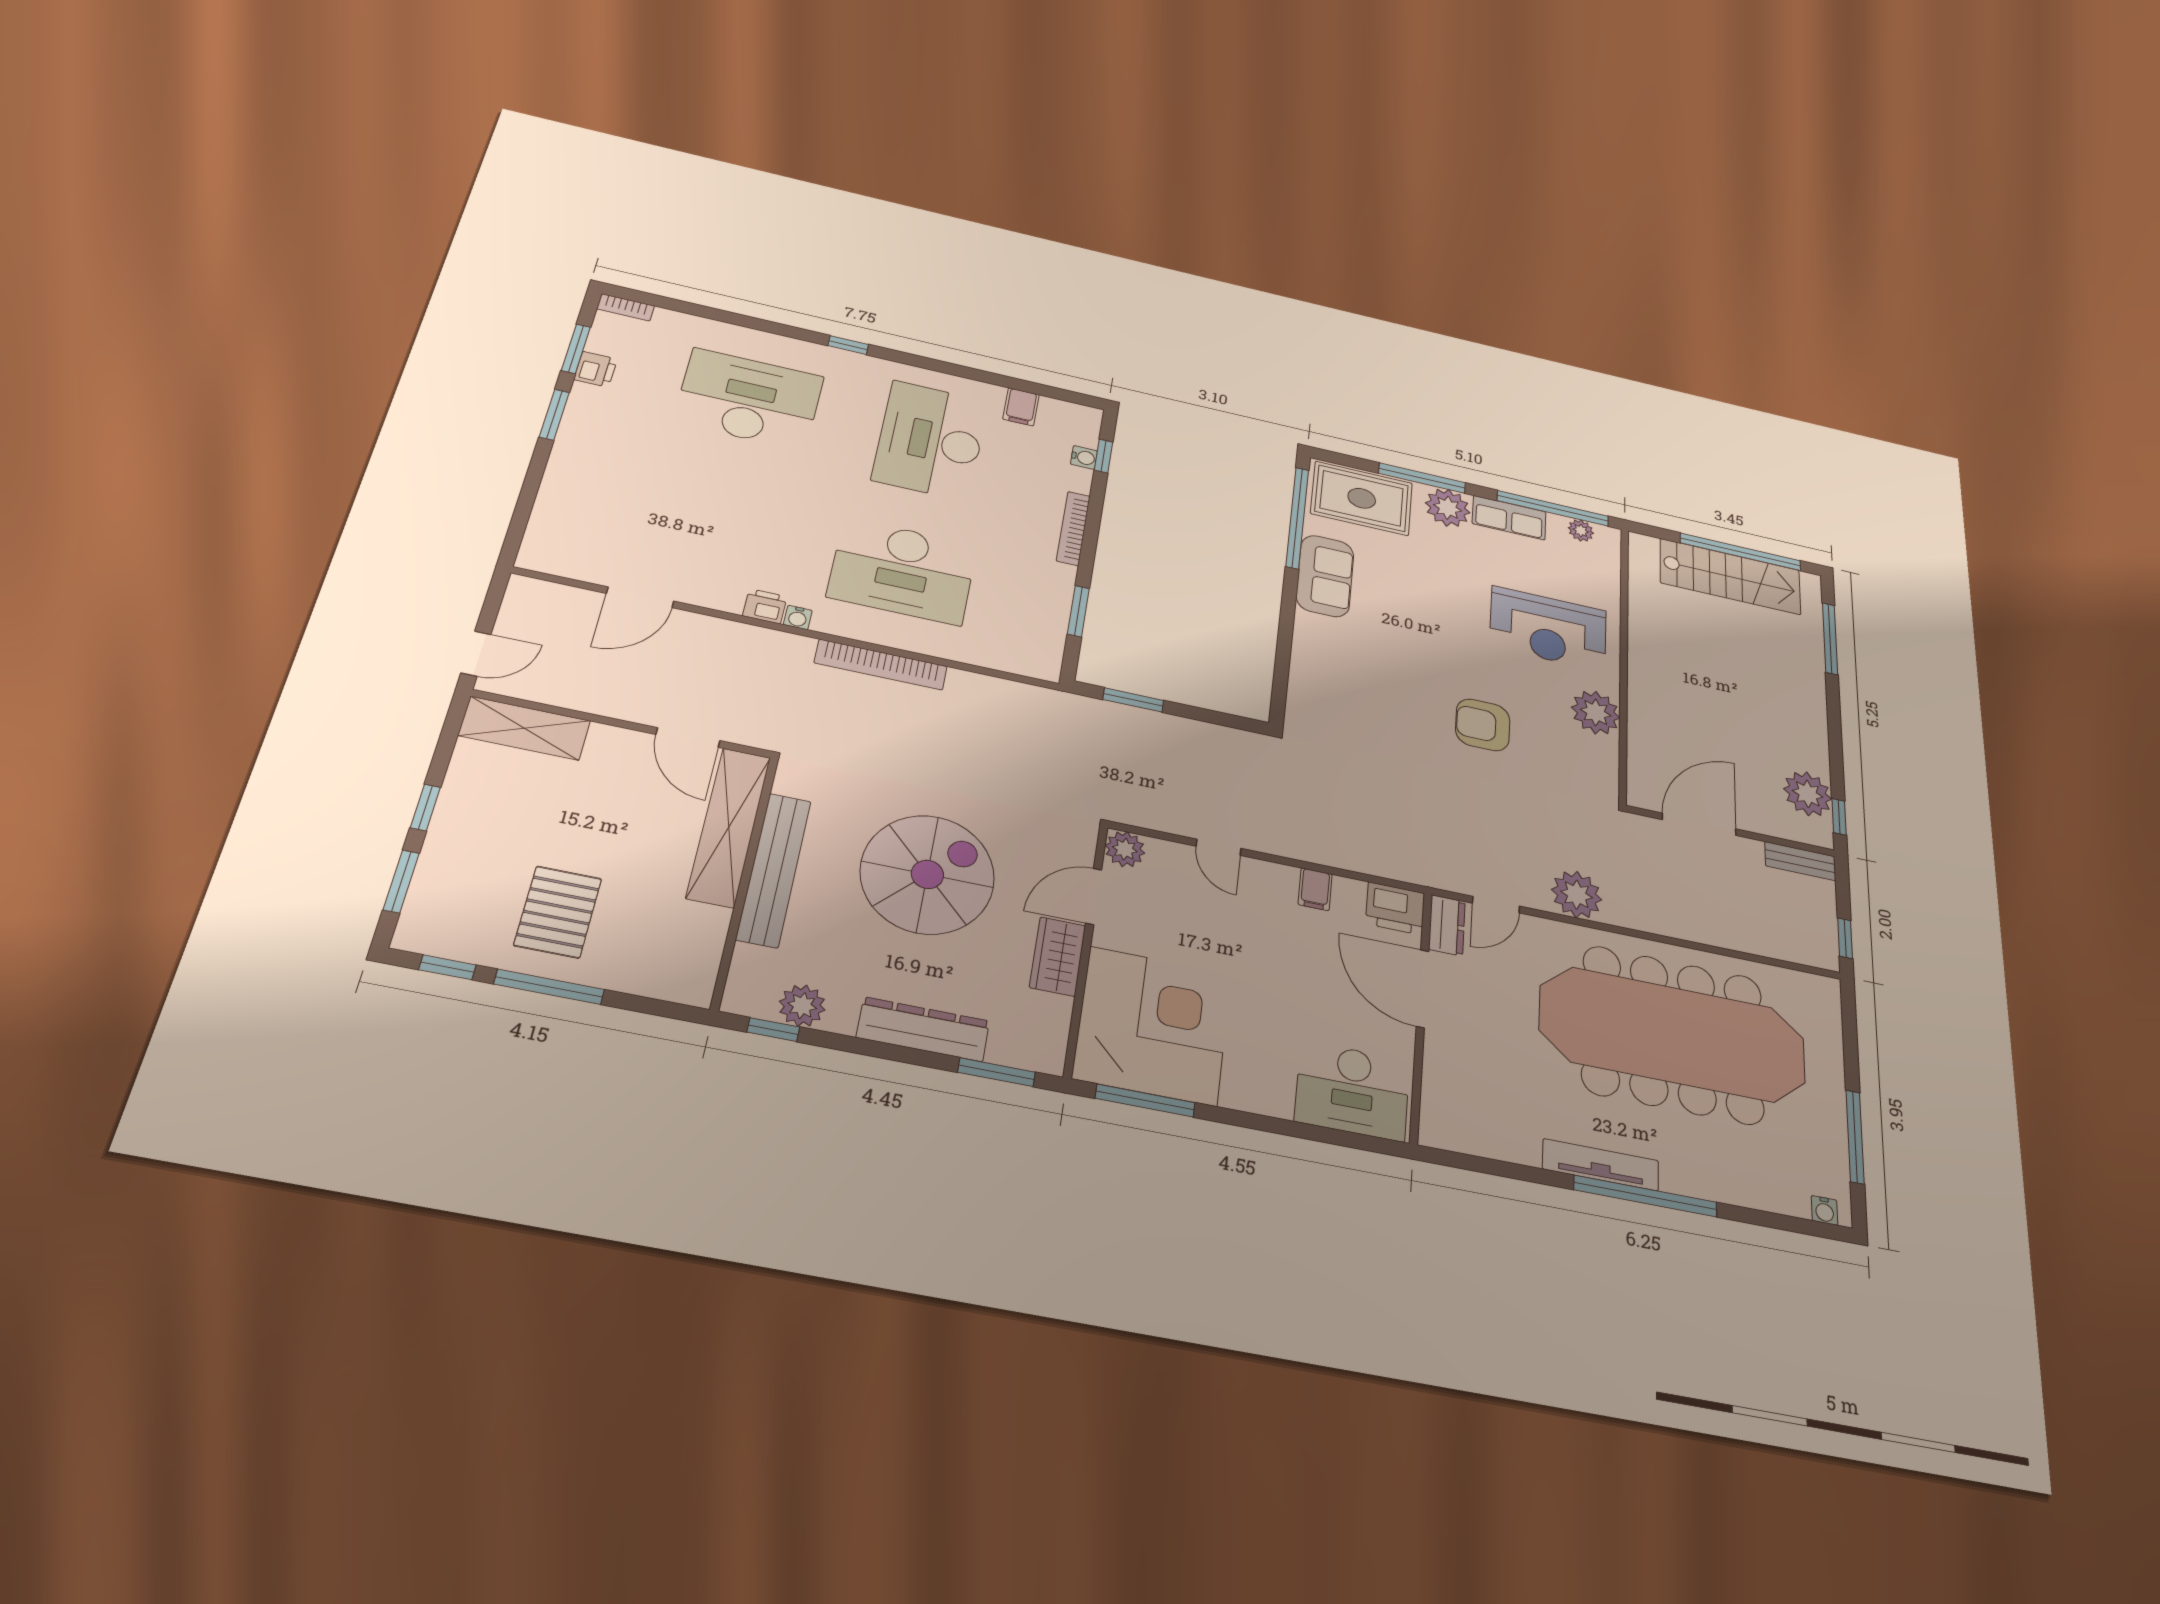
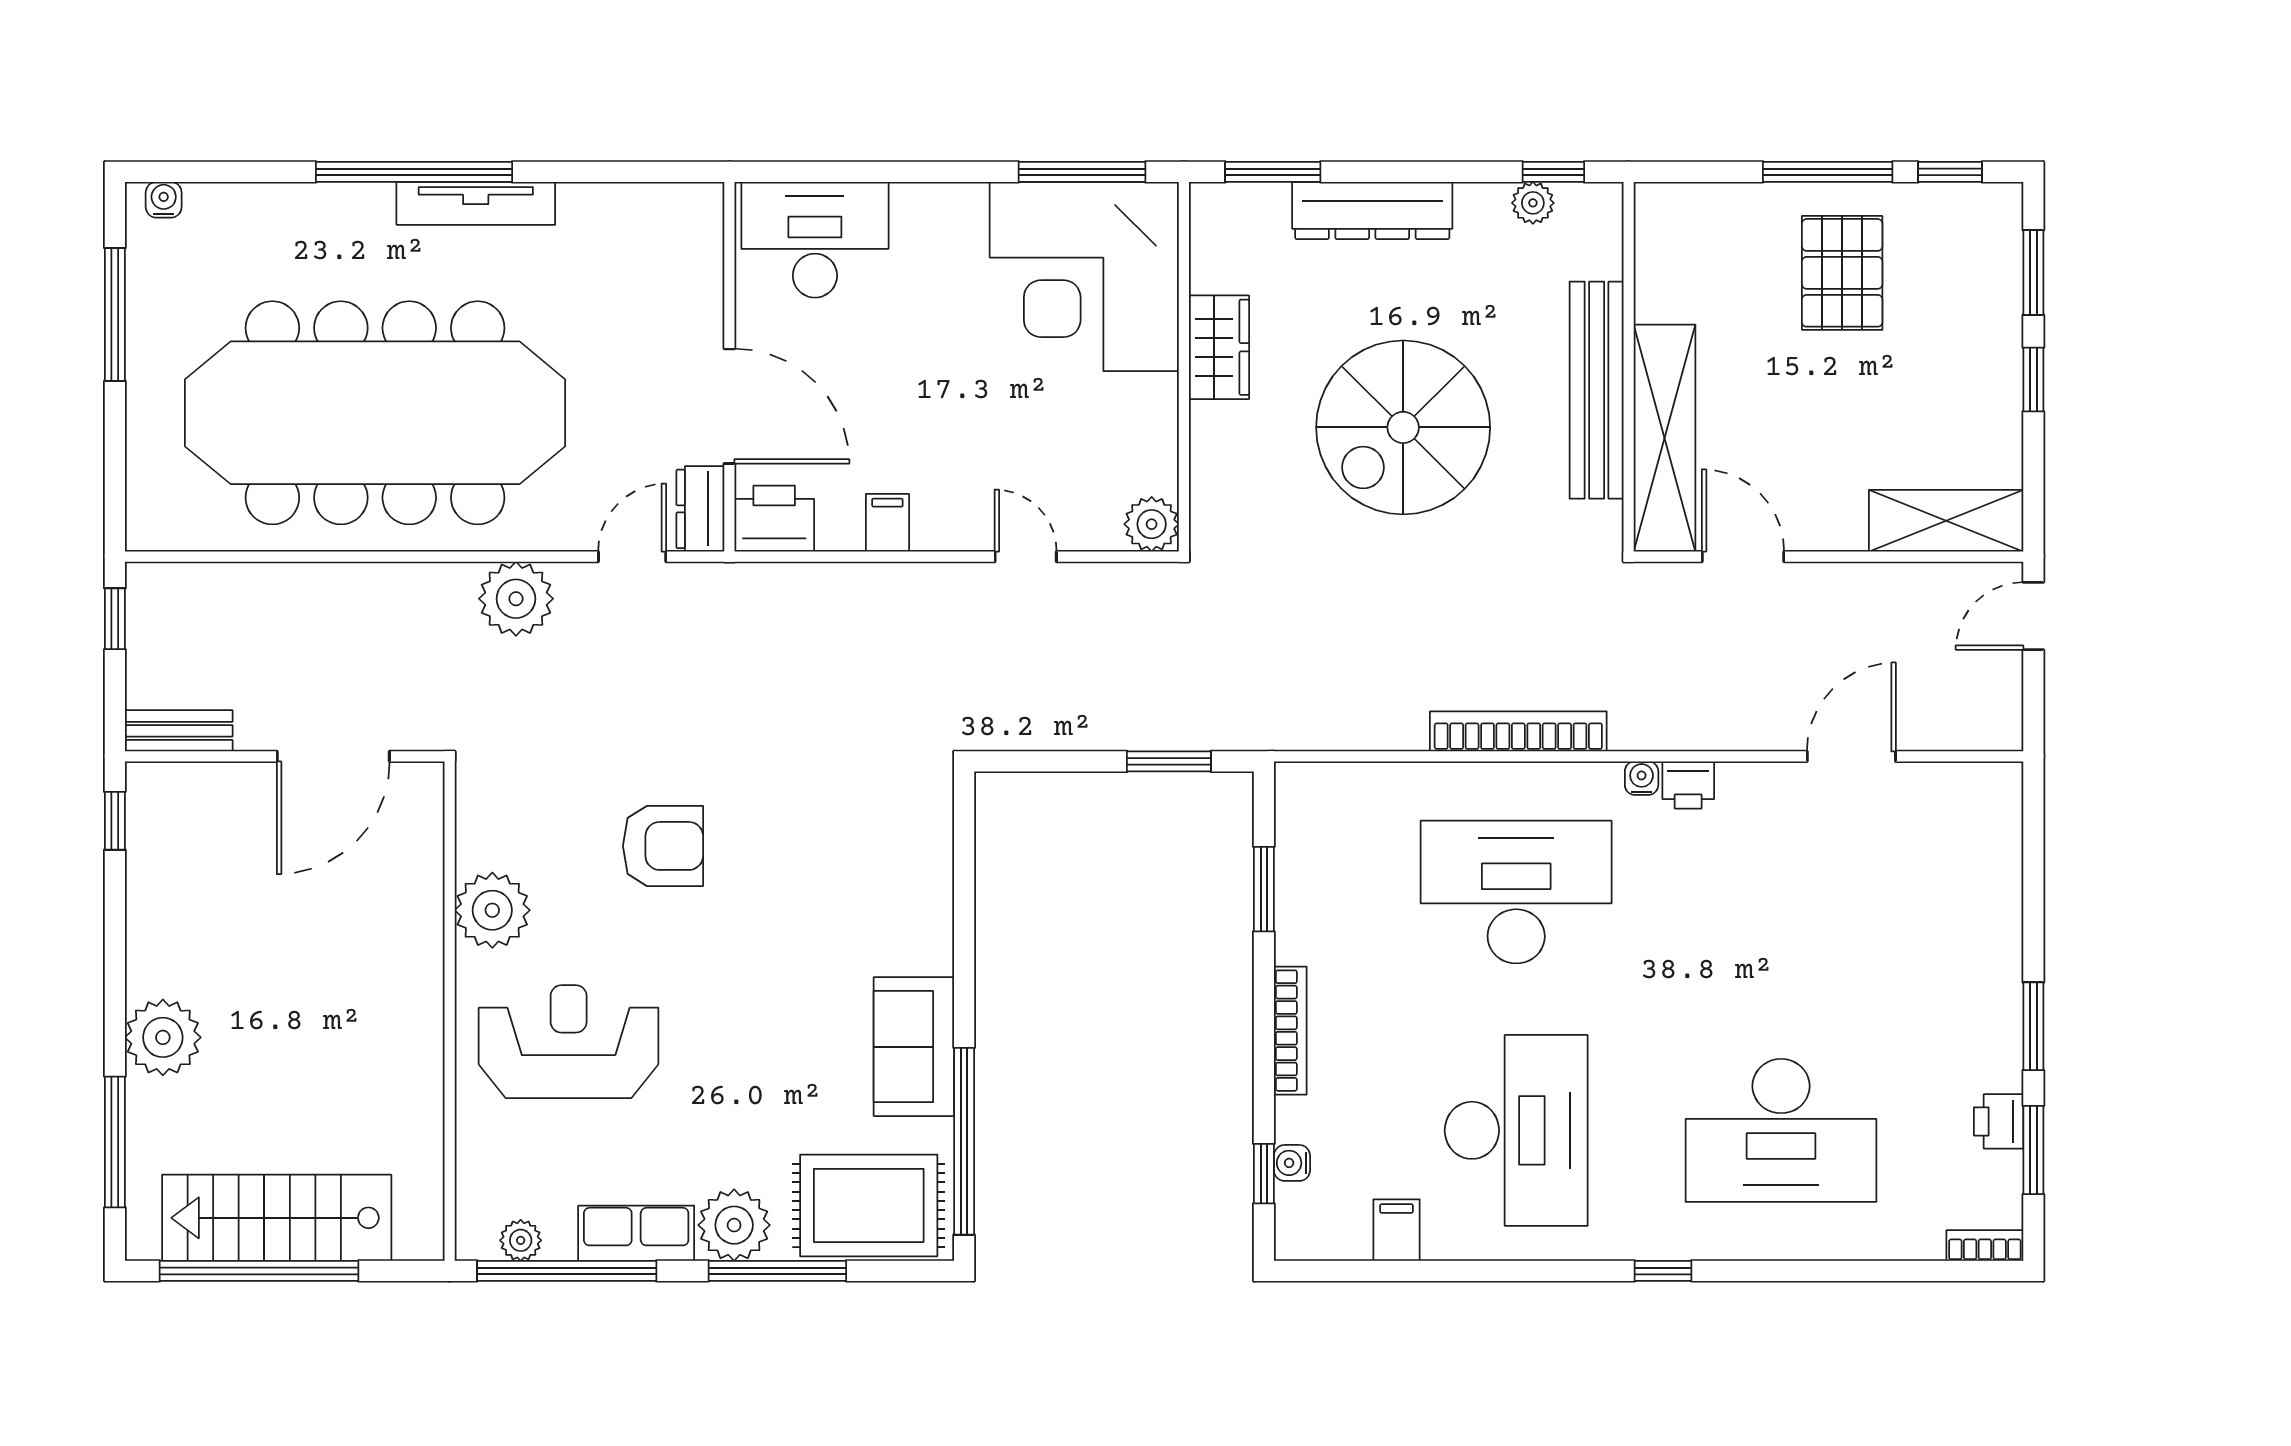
plant: (1808, 794) -> (163, 1037), moved
door: (1094, 897) -> (1184, 444), removed
plant: (802, 1006) -> (1533, 203), width x0.73, depth x0.73

